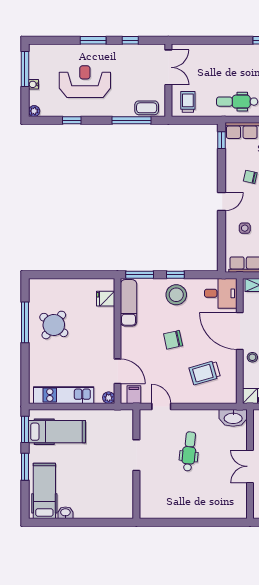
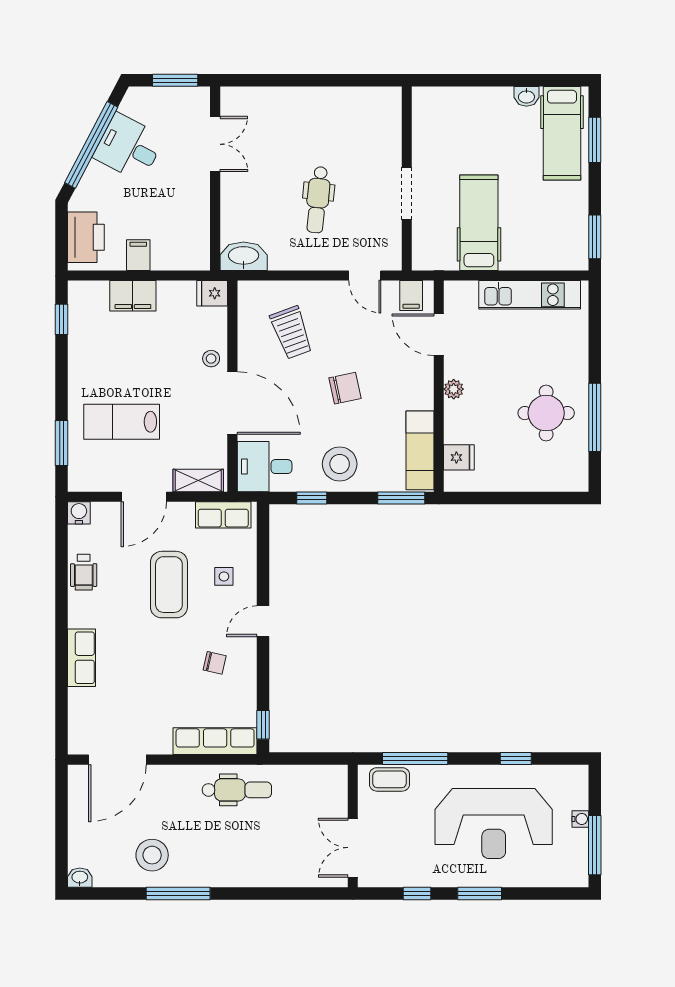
reception desk: (85, 82) -> (494, 824), width x1.36, depth x1.30
trolley: (188, 102) -> (320, 790), removed
plant: (34, 111) -> (579, 774), removed
window: (175, 275) -> (312, 498), moved
round table: (54, 325) -> (546, 413), turned -38
trolley: (205, 373) -> (291, 333), turned 86
plant: (109, 398) -> (454, 389), moved
hospital bed: (57, 432) -> (479, 223), moved, turned 90
double door: (250, 466) -> (215, 144), moved
window: (25, 467) -> (595, 140), moved

